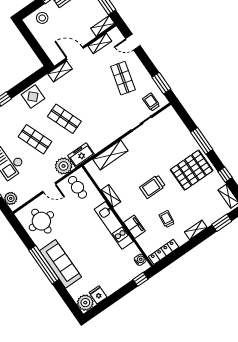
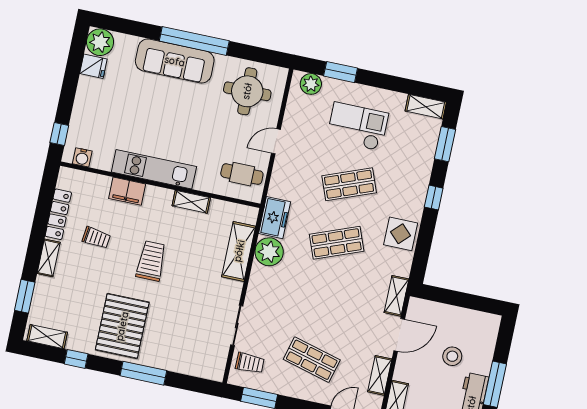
stool: (42, 18) -> (452, 356), moved
plant: (64, 166) -> (269, 252), moved
locker: (164, 252) -> (58, 214), moved

